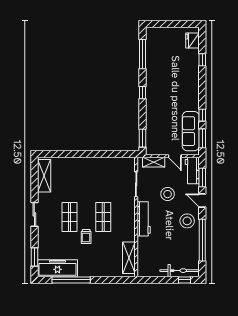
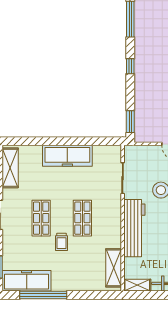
shelving: (154, 162) -> (137, 285), moved
freezer: (91, 166) -> (67, 156), added
workbench: (144, 219) -> (134, 228), width x1.36, depth x1.32

